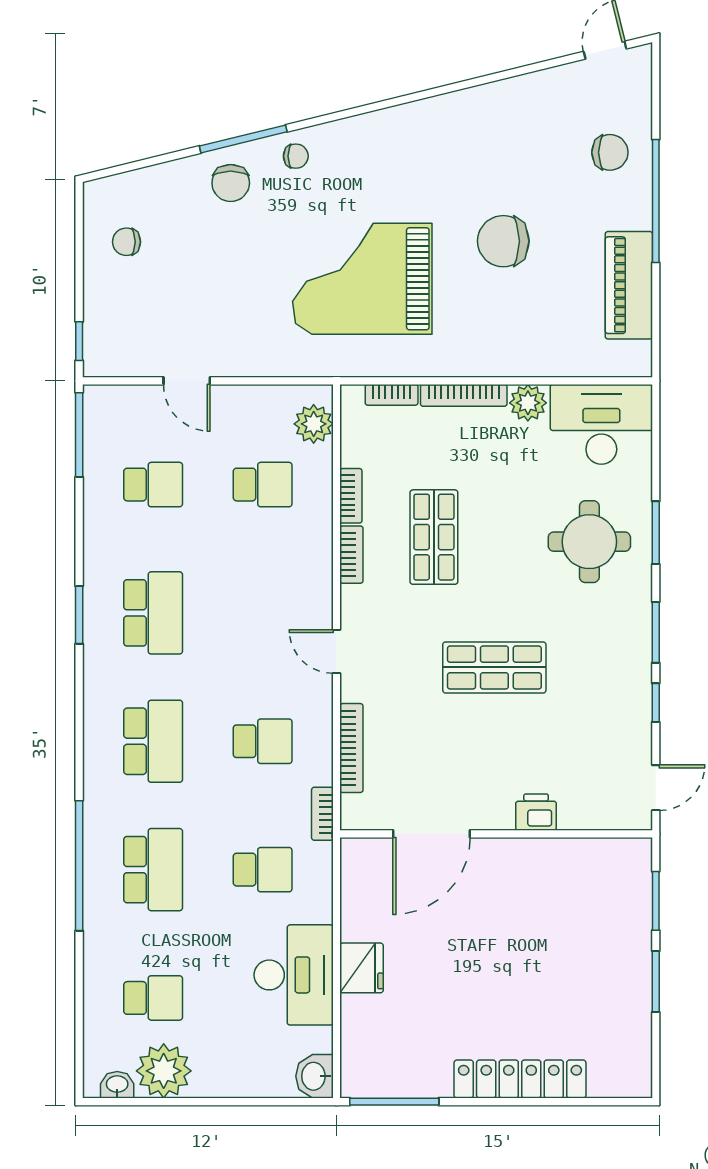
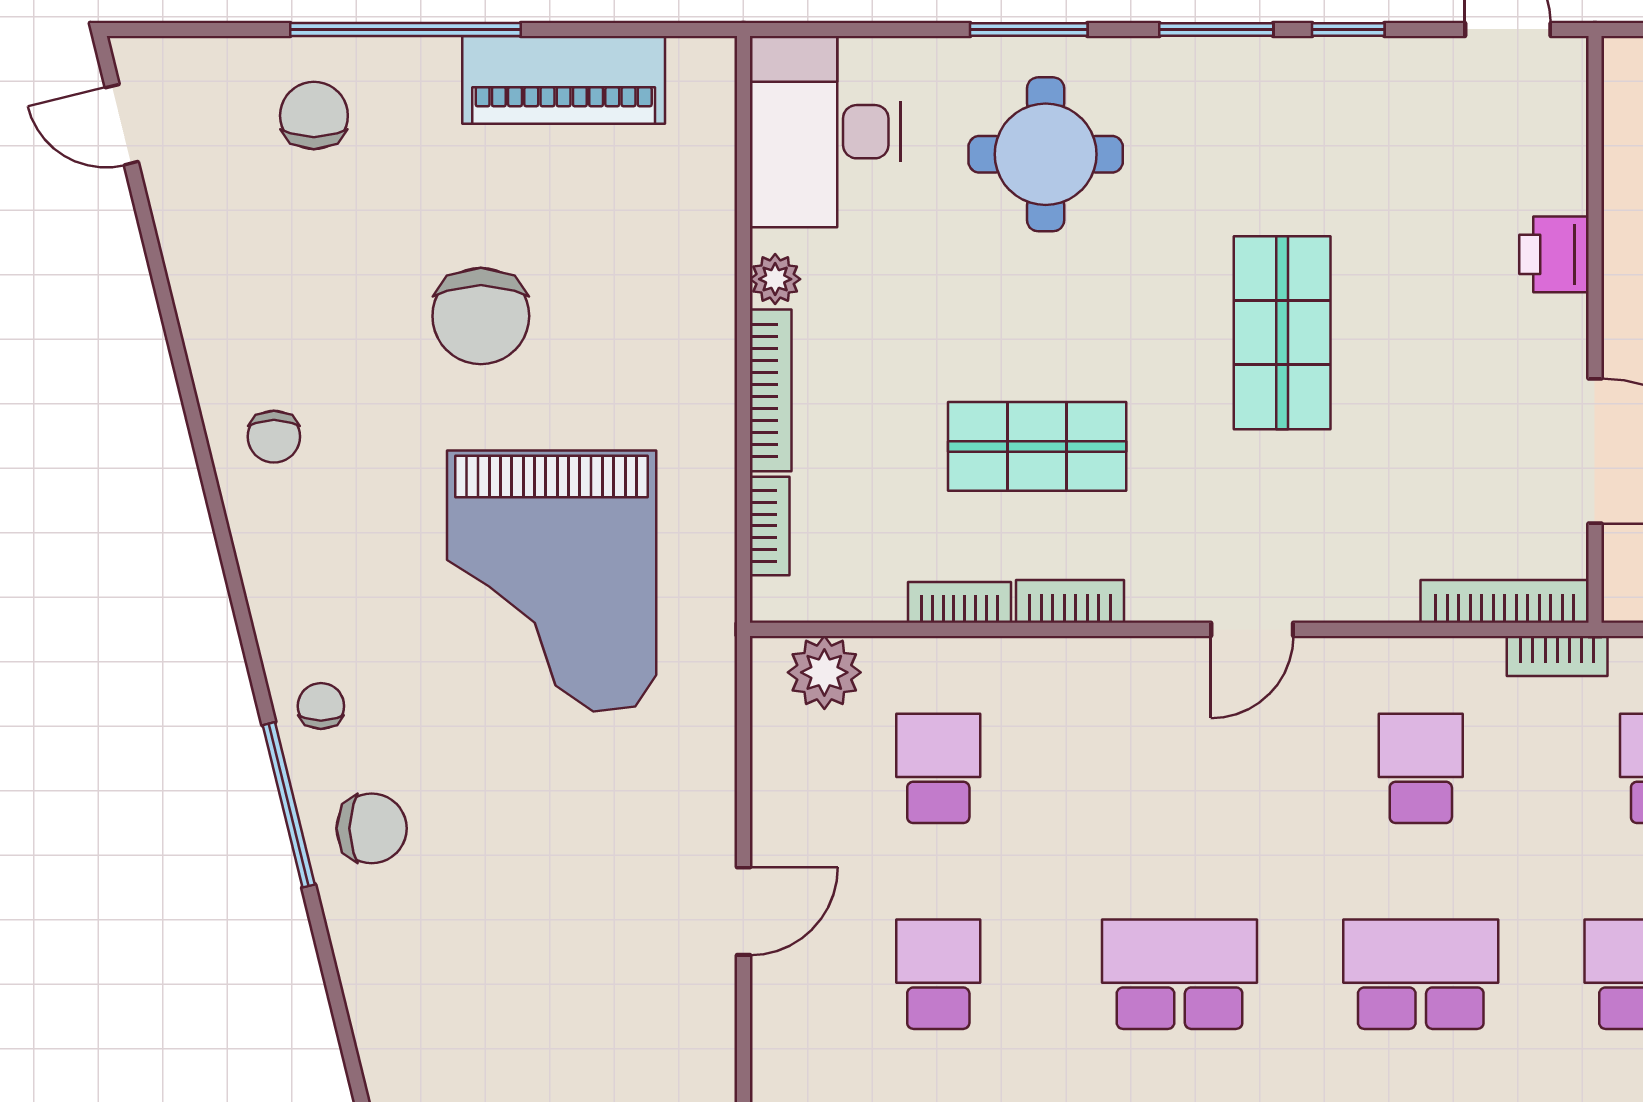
chair: (126, 242) -> (274, 437), moved
plant: (528, 403) -> (775, 279), width x0.73, depth x0.73
bookcase: (351, 748) -> (1505, 601), moved

